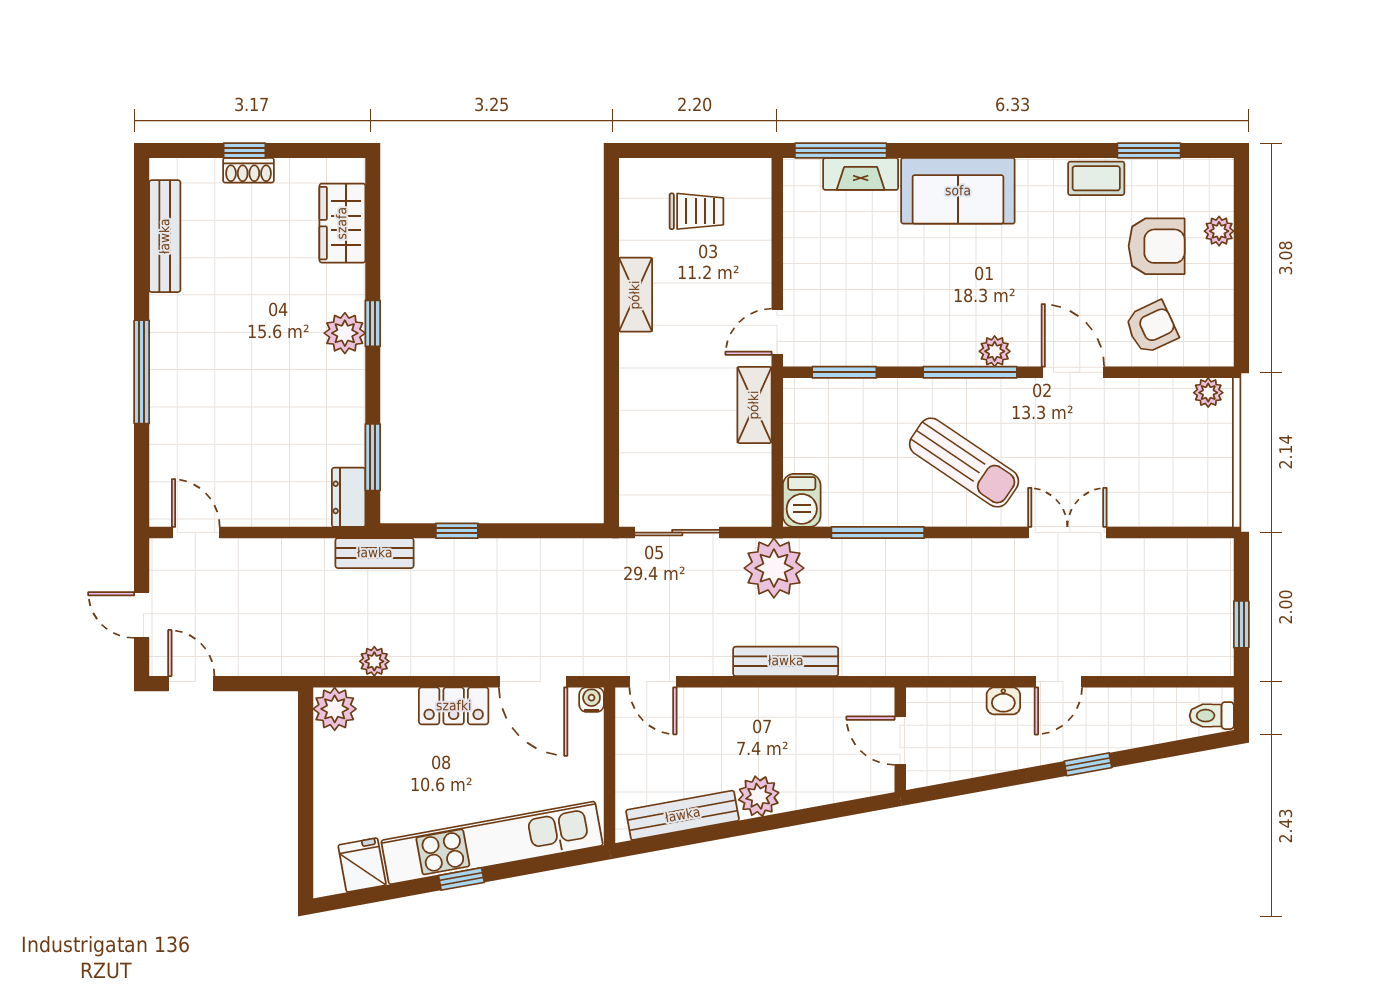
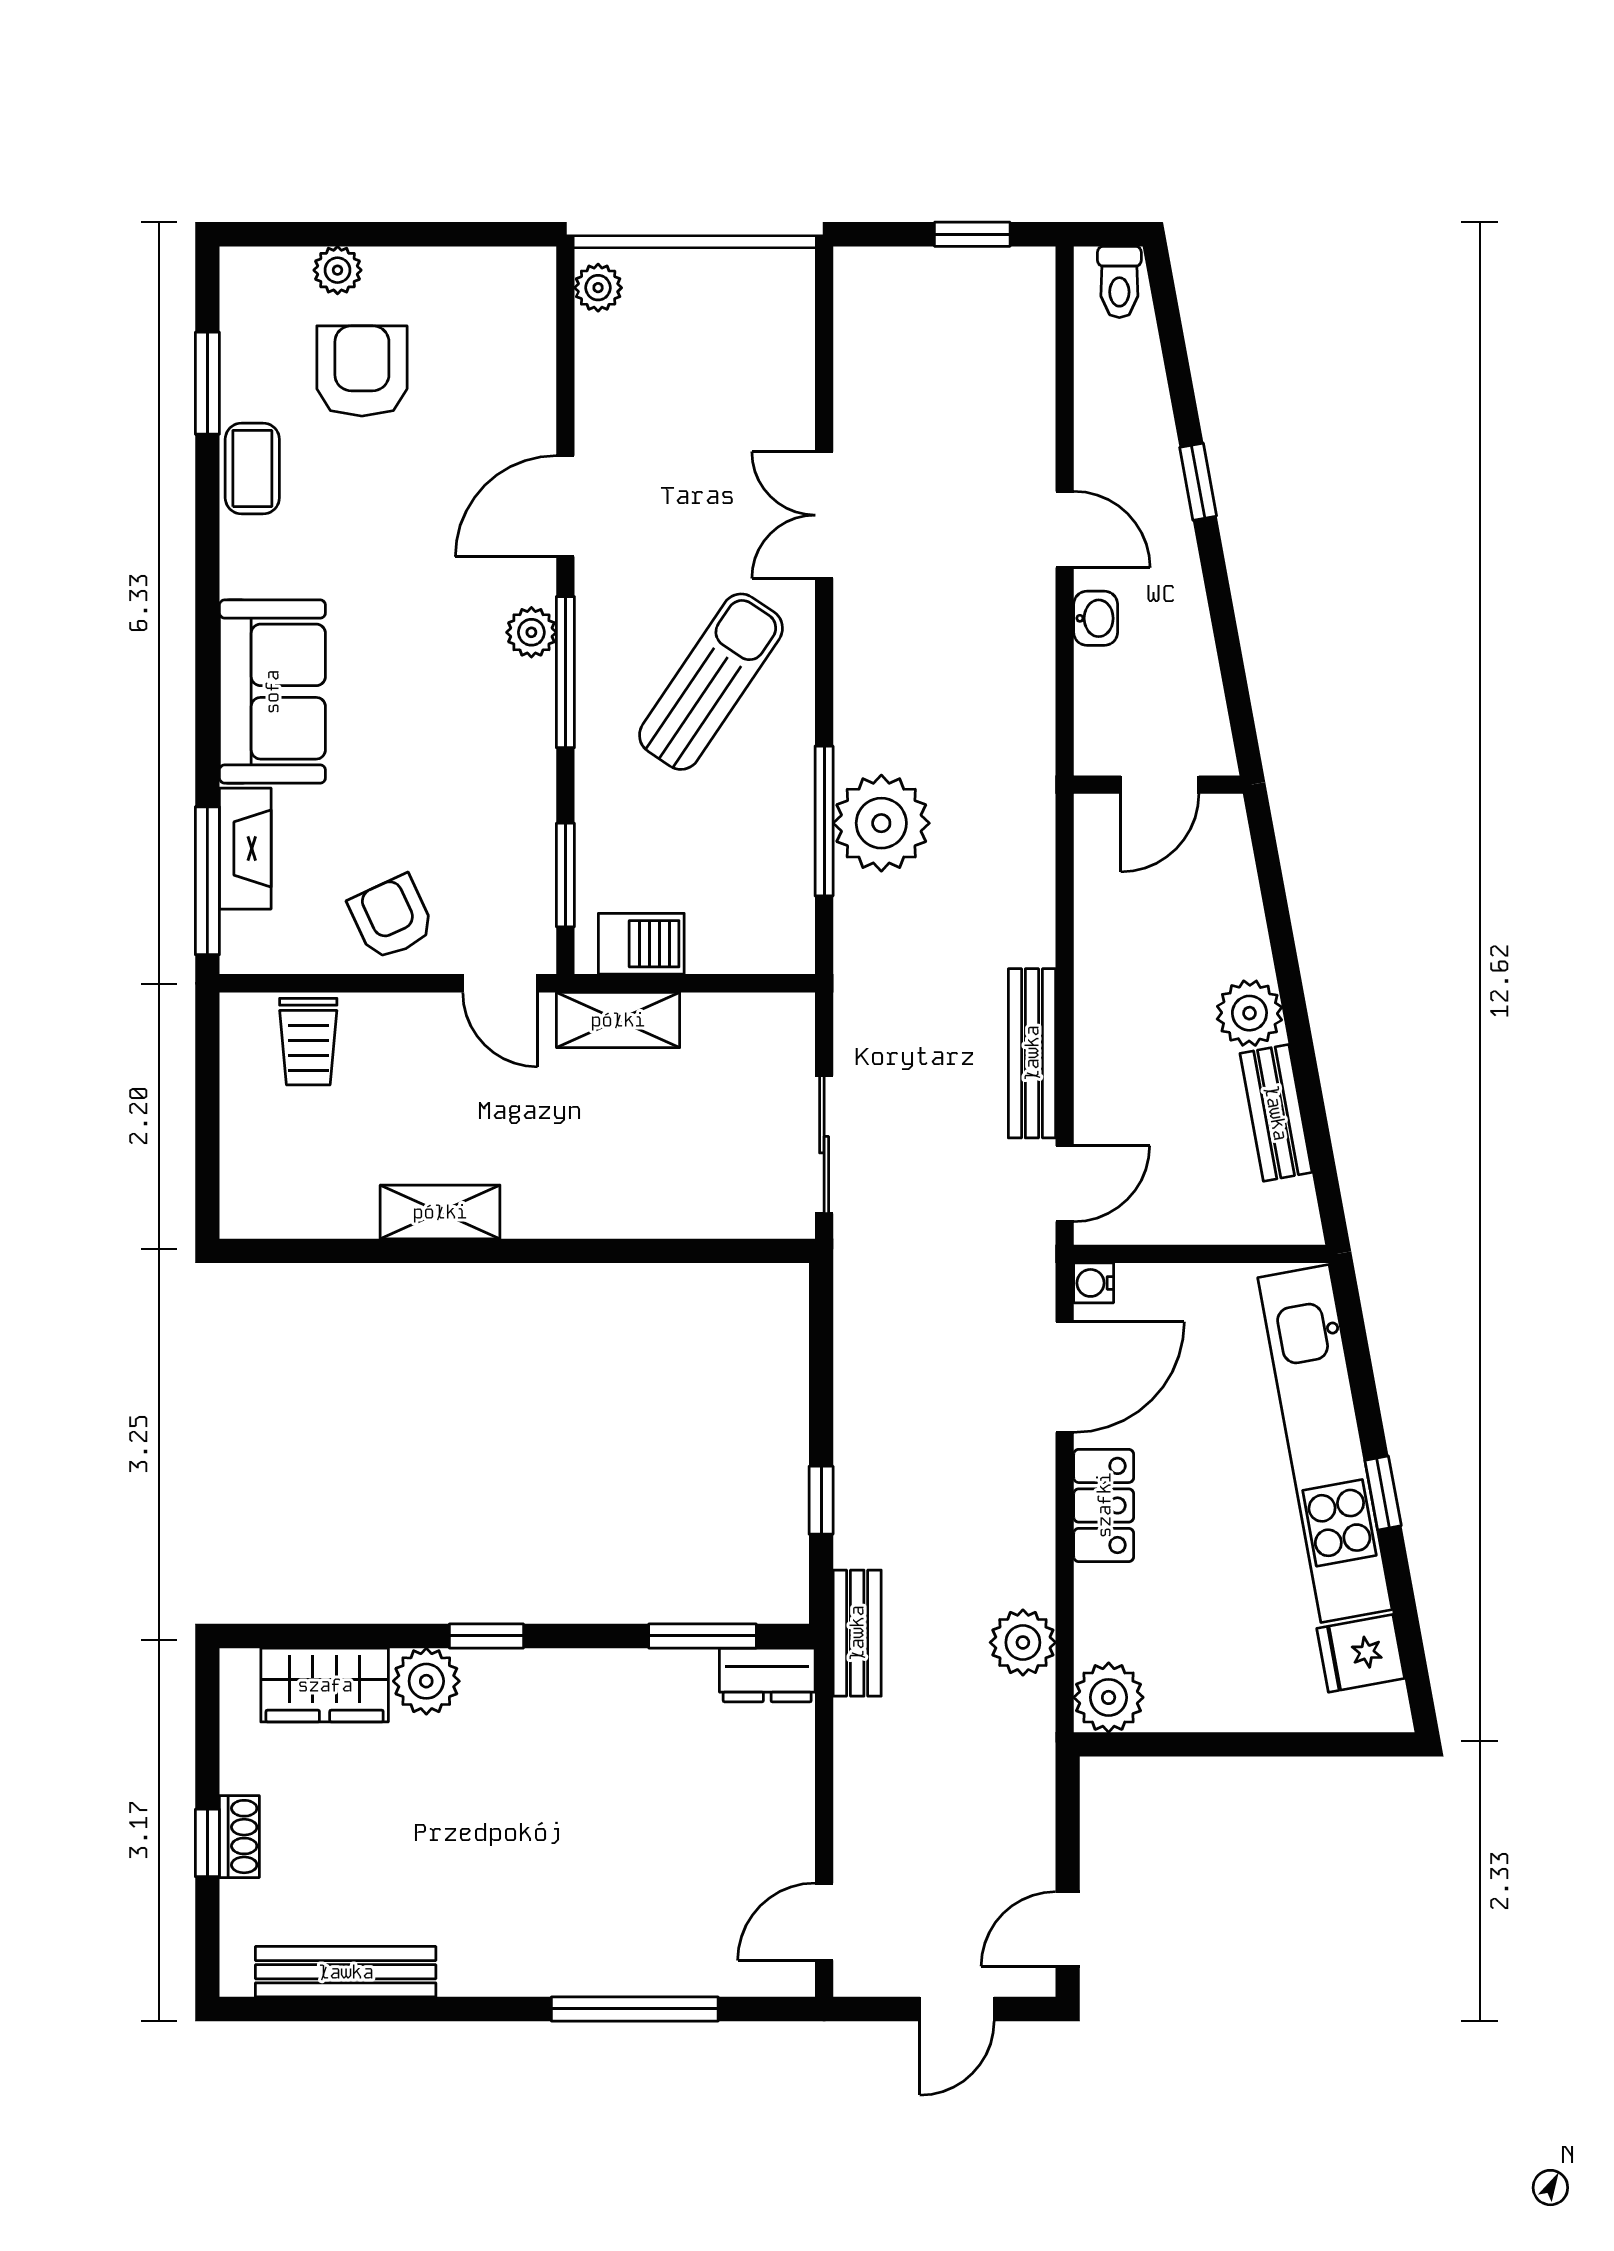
trolley: (696, 211) -> (308, 1042), moved, turned 180
armchair: (1151, 327) -> (391, 918), moved
plant: (345, 333) -> (426, 1681), moved
window: (142, 372) -> (635, 2009), moved
barbecue: (802, 500) -> (641, 944), moved
plant: (774, 568) -> (881, 823), moved
plant: (374, 661) -> (1023, 1642), width x1.38, depth x1.38
bench: (786, 661) -> (1032, 1053), moved
bench: (683, 815) -> (1276, 1113), width x0.73

